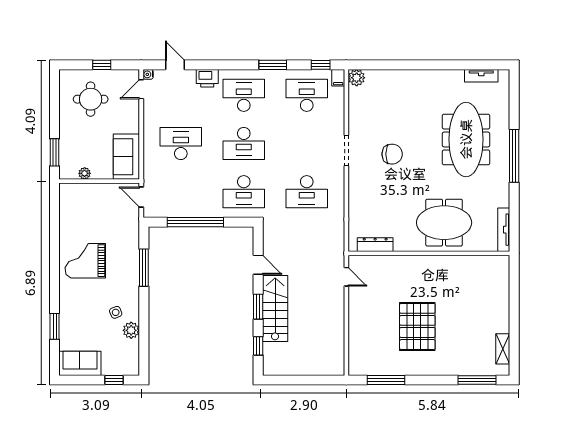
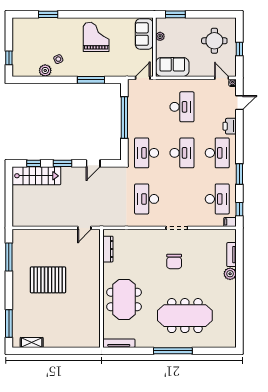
tv unit: (481, 76) -> (232, 255), moved
plant: (357, 78) -> (230, 274), moved
desk: (244, 144) -> (182, 153), turned 180
stairs: (275, 308) -> (36, 176), moved
sofa: (80, 363) -> (144, 34), moved, turned 180

